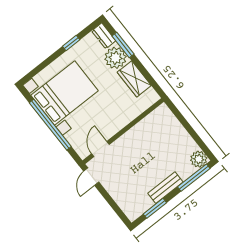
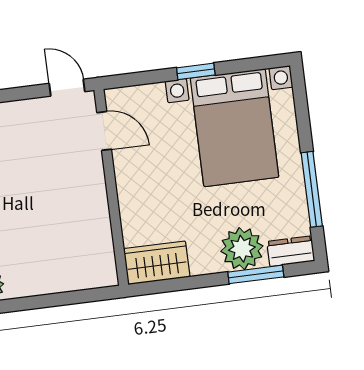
window: (71, 43) -> (312, 189), width x2.17
wardrobe: (134, 79) -> (157, 263), moved
window: (50, 125) -> (196, 71), width x0.32

